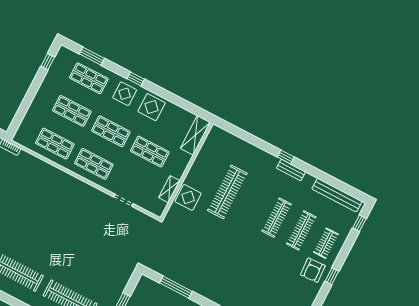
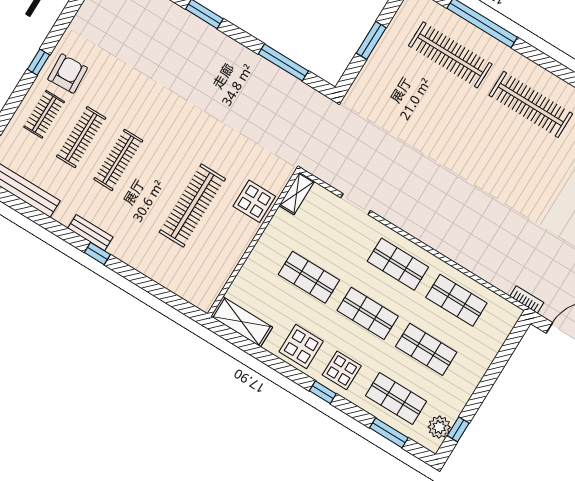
plant: (60, 62) -> (439, 427), added
shelving: (195, 135) -> (242, 322), moved, turned 90
shelving: (169, 189) -> (297, 193), moved

